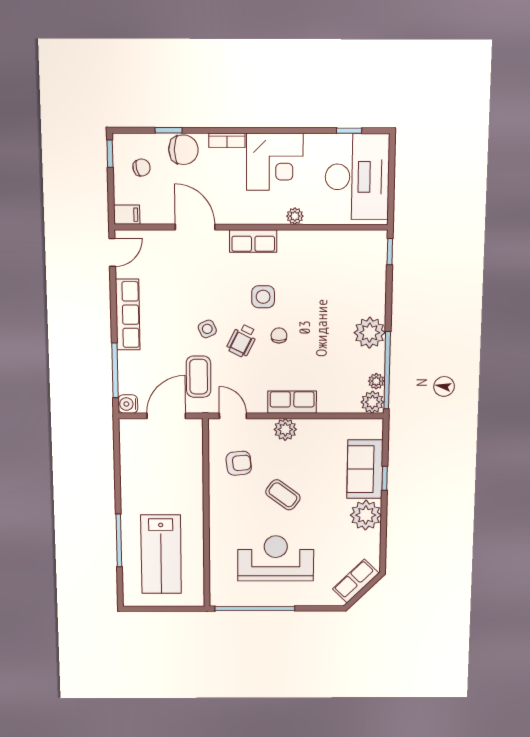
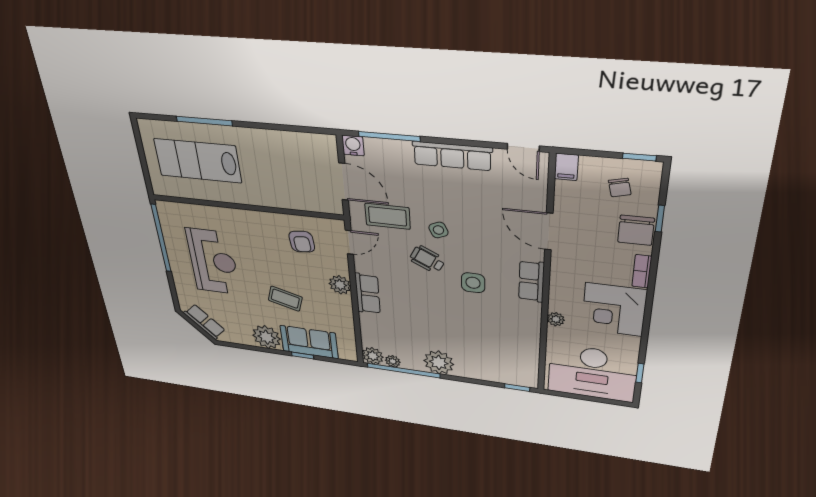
door: (195, 227) -> (549, 231), swing flipped
chair: (279, 336) -> (434, 291), removed
coffee table: (283, 495) -> (285, 299), moved, turned 69

